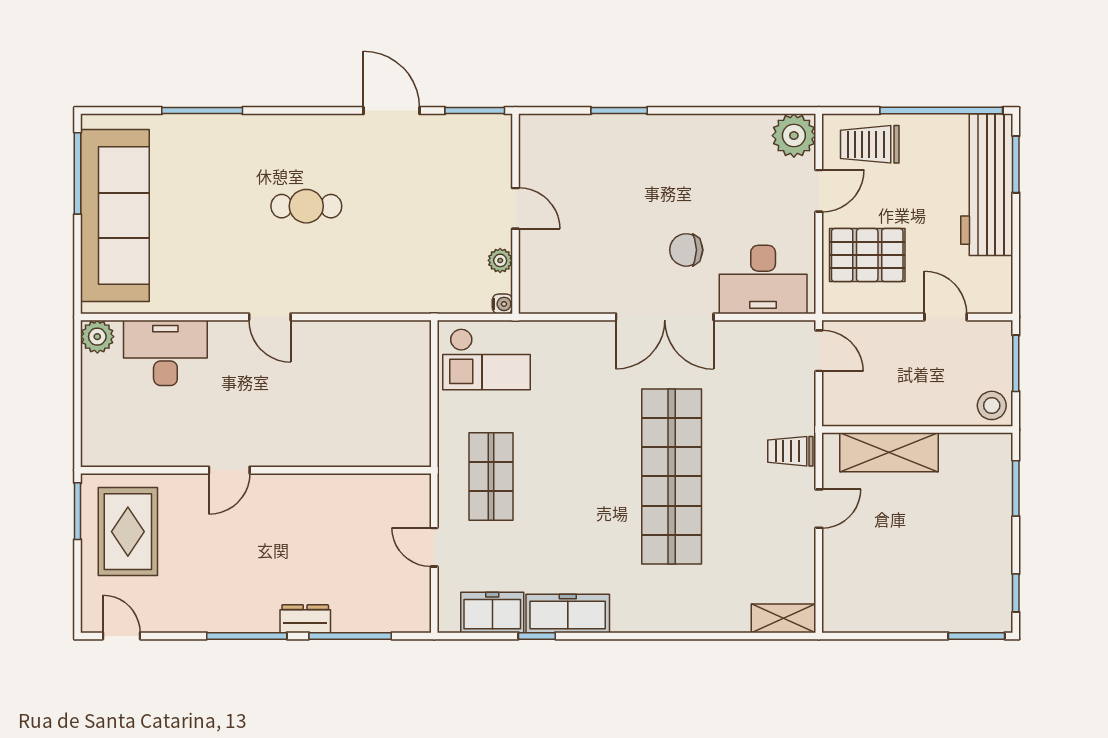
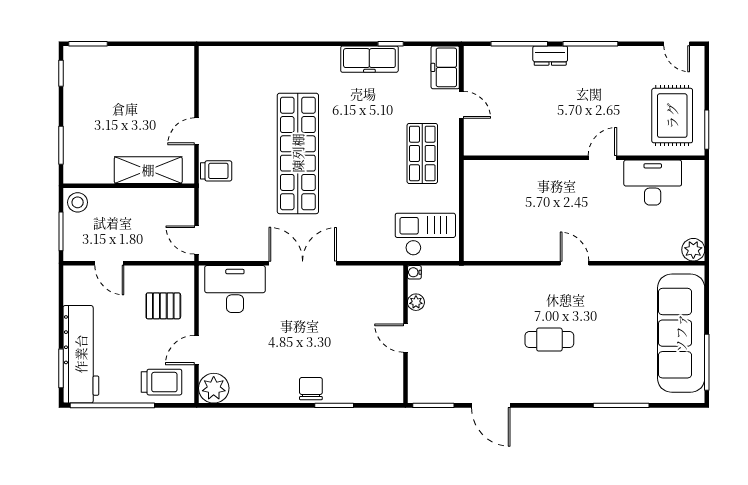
chair: (686, 250) -> (311, 389), moved, turned -90
pallet: (867, 255) -> (163, 306), width x0.67, depth x0.71
desk: (165, 353) -> (653, 183), moved, turned 180
freezer: (492, 613) -> (445, 67), moved, turned 90
shelving: (784, 618) -> (221, 56), removed

